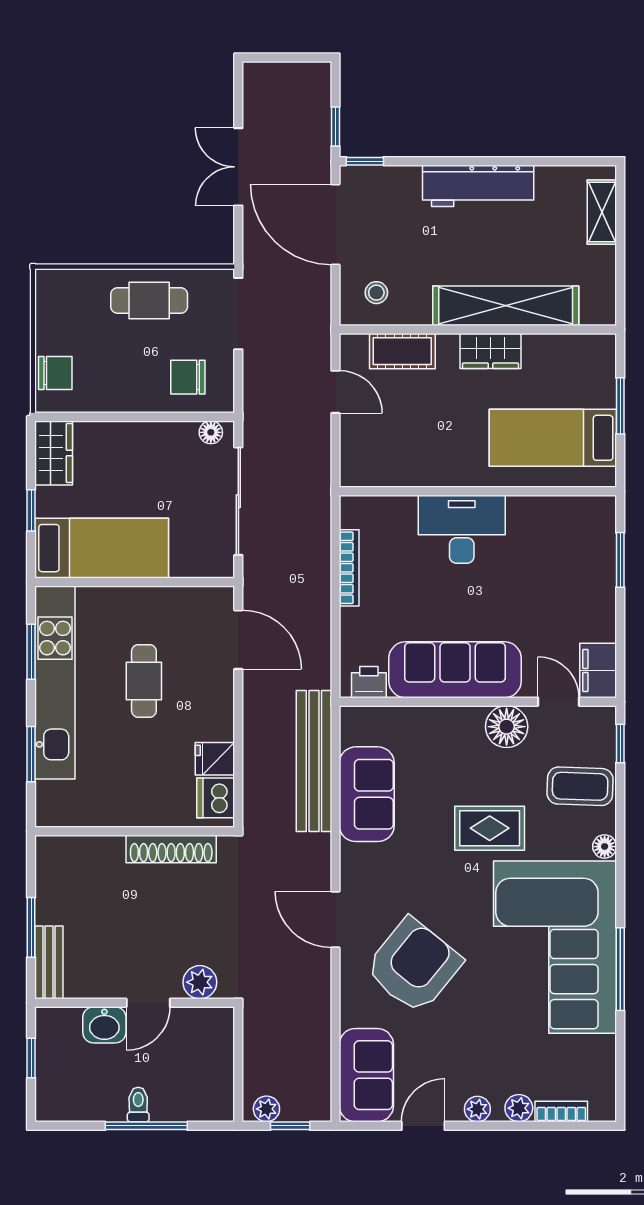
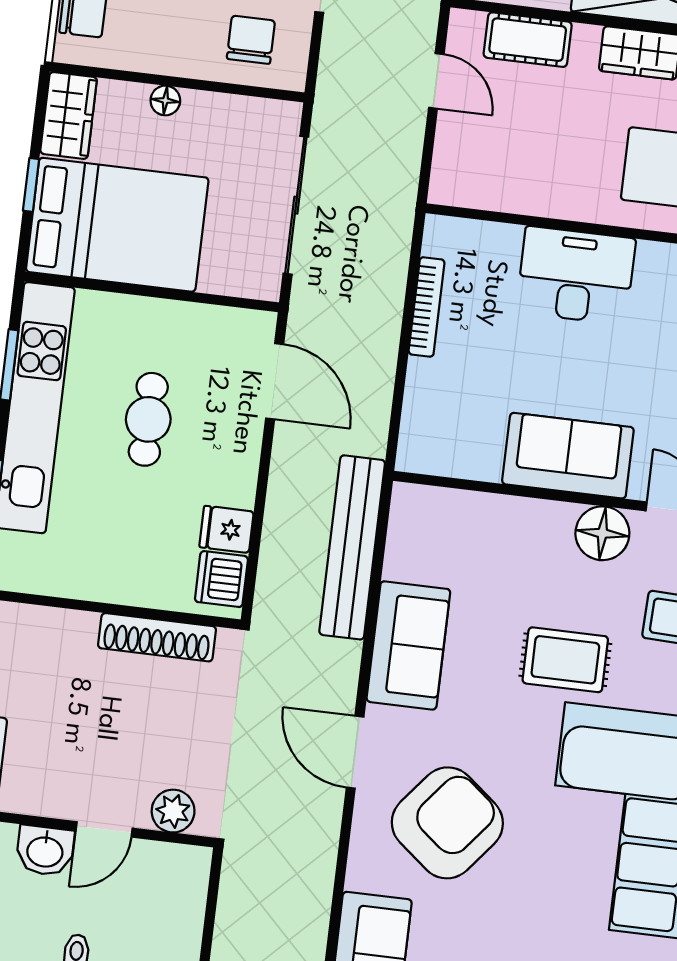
chair: (188, 377) -> (251, 40), turned 90
floor lamp: (211, 432) -> (165, 101), moved
bed: (102, 548) -> (117, 225), width x1.50
sofa: (455, 670) -> (568, 456), width x0.73
printer: (369, 682) -> (434, 456), removed
sofa: (367, 794) -> (408, 645), moved

